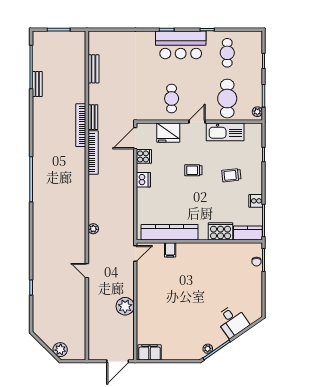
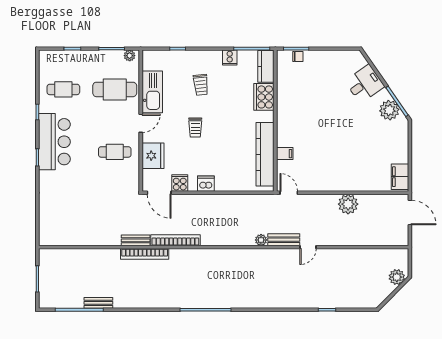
bench: (93, 69) -> (284, 240), moved
door: (197, 122) -> (141, 123), swing flipped
plant: (208, 349) -> (389, 110), width x1.88, depth x1.88

